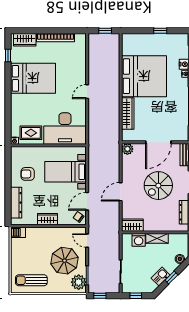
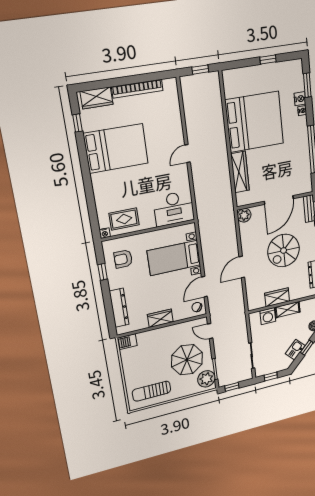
desk: (65, 129) -> (174, 208), width x0.73, depth x0.77
window: (8, 171) -> (103, 272), added
armchair: (28, 174) -> (123, 259), moved
wardrobe: (132, 225) -> (277, 297), moved

